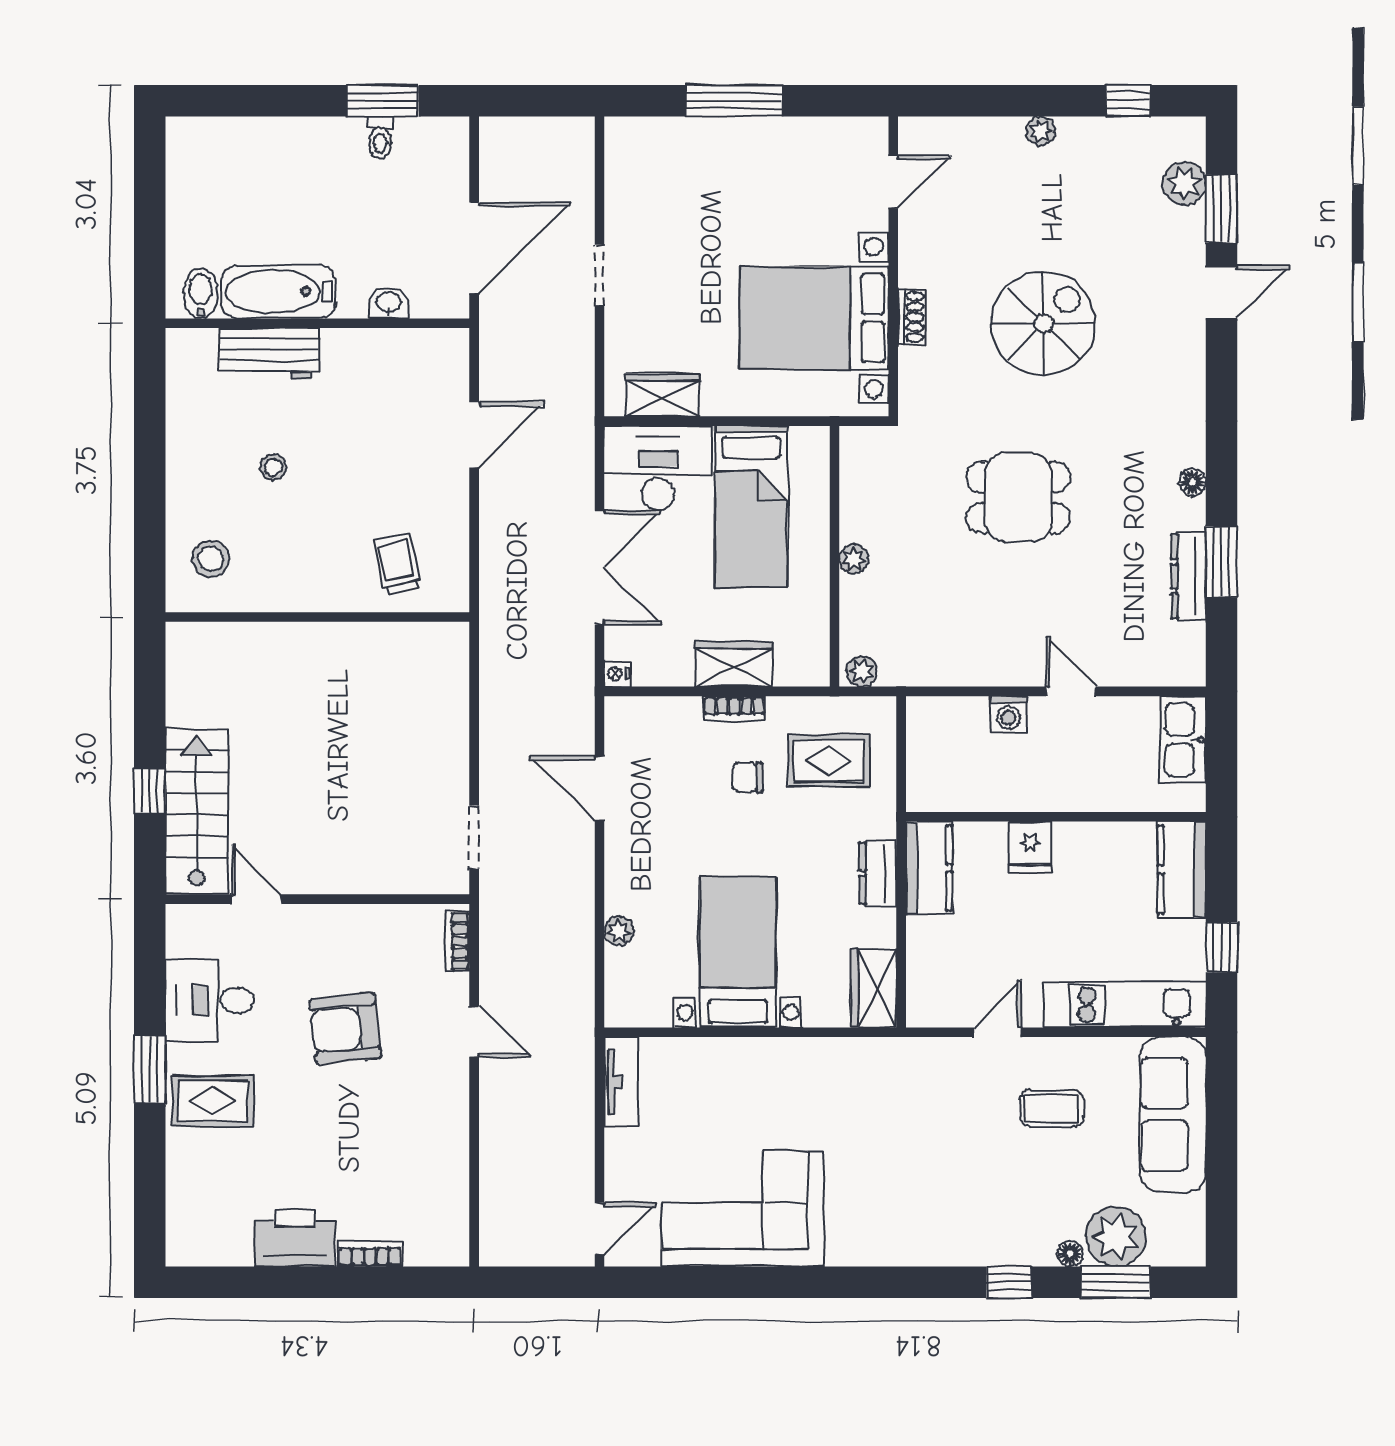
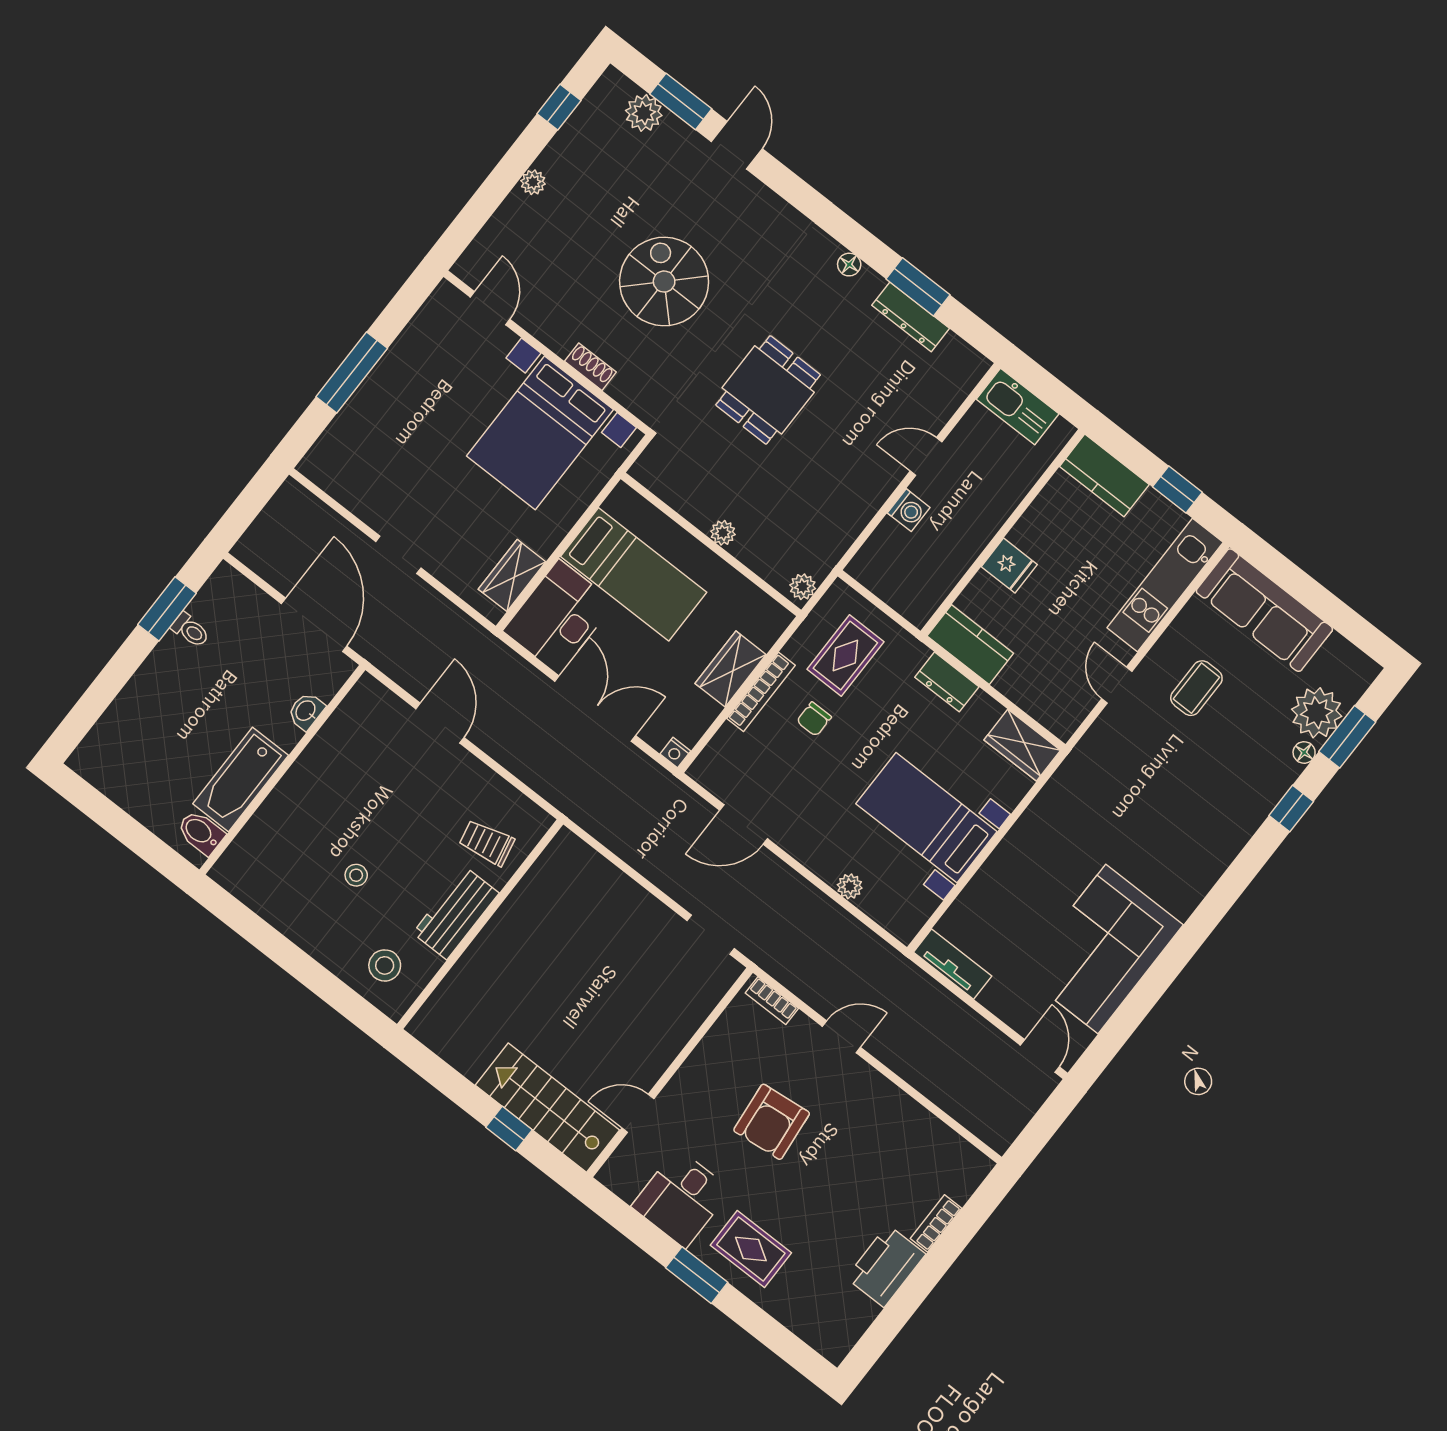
workbench: (269, 354) -> (456, 913), moved, turned 180
bookcase: (734, 709) -> (761, 692), width x1.56
rug: (213, 1101) -> (751, 1249), turned 90

